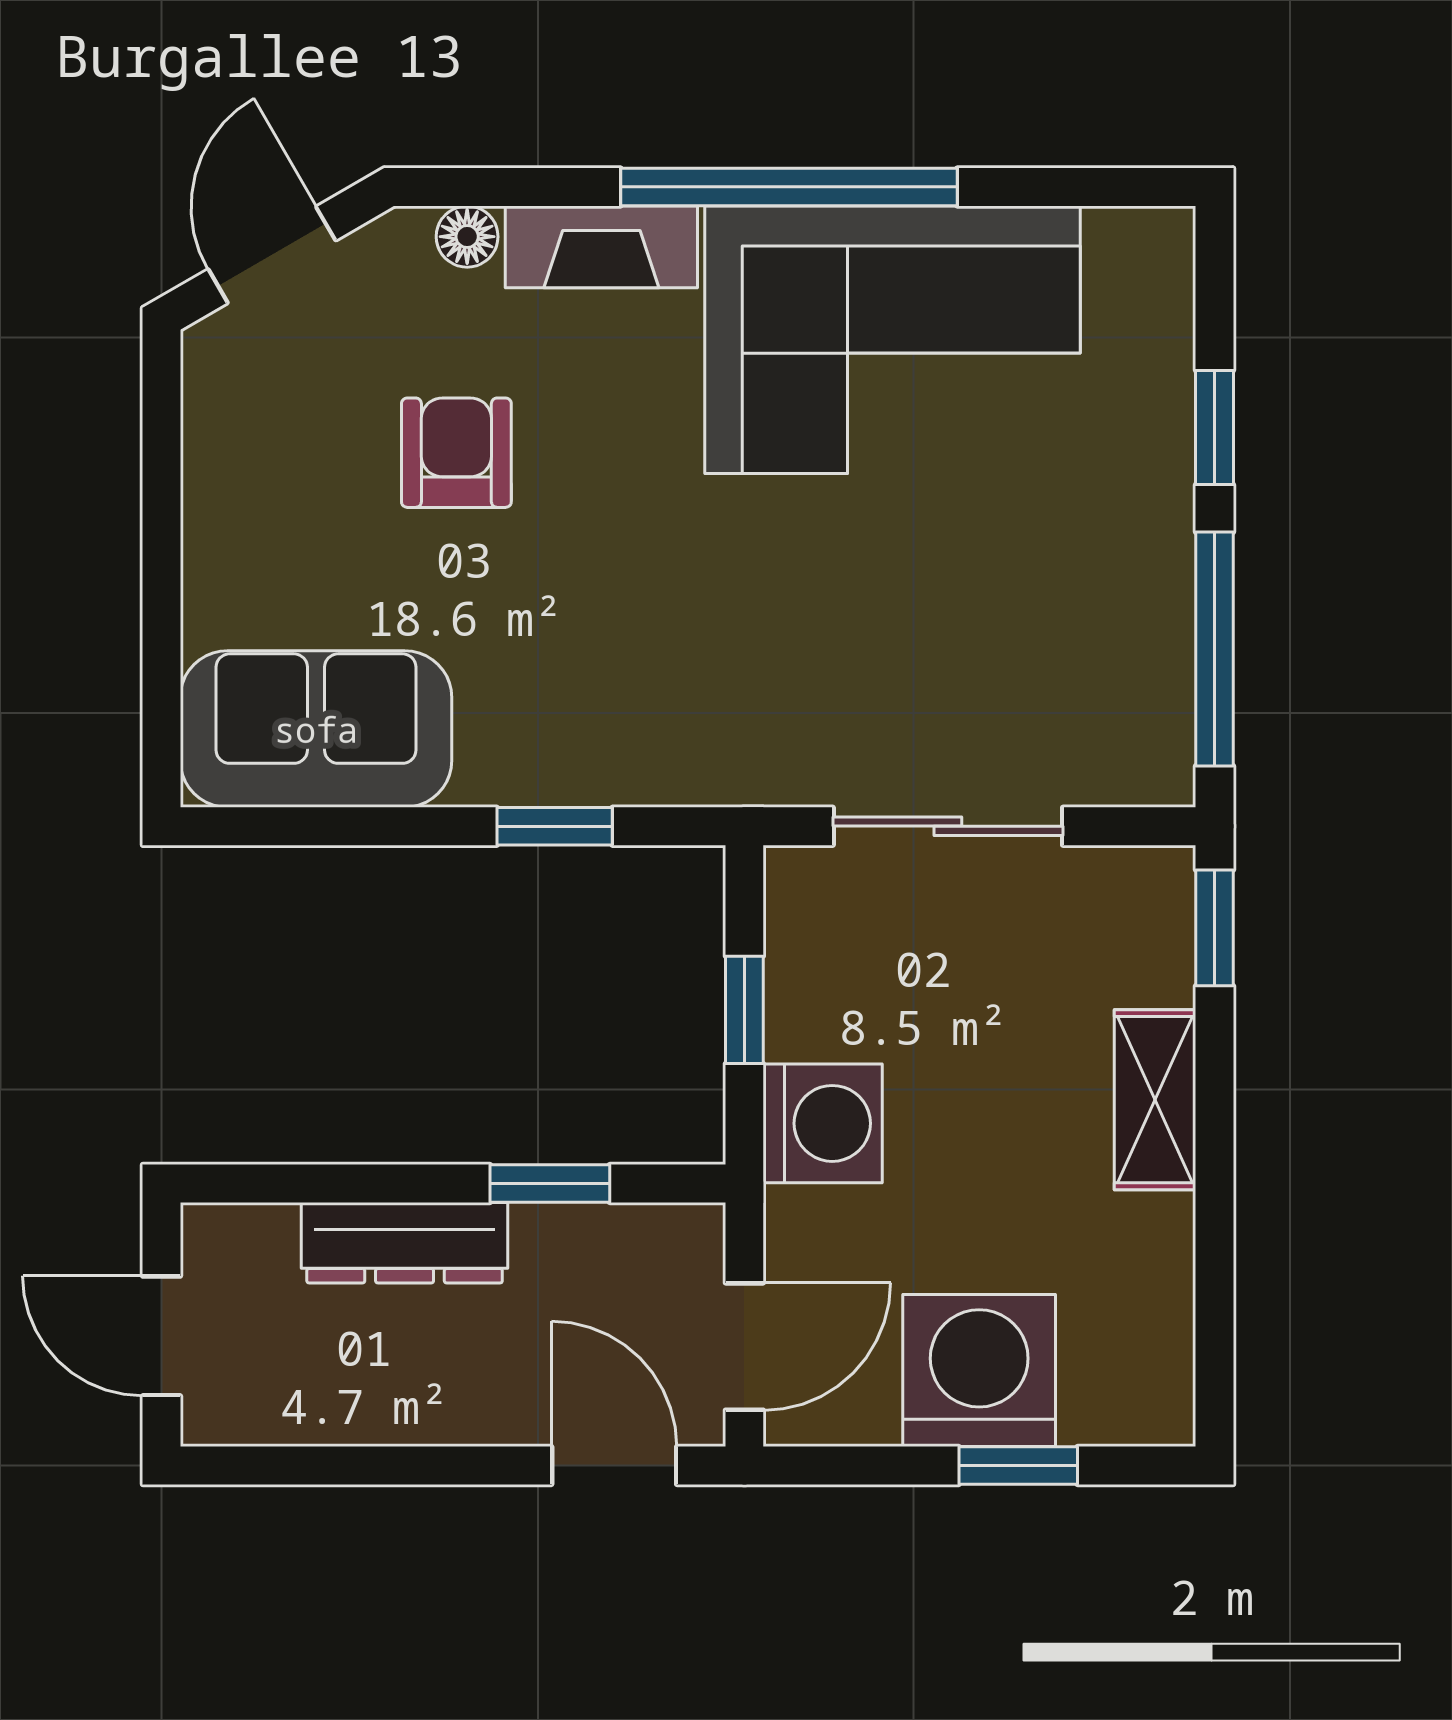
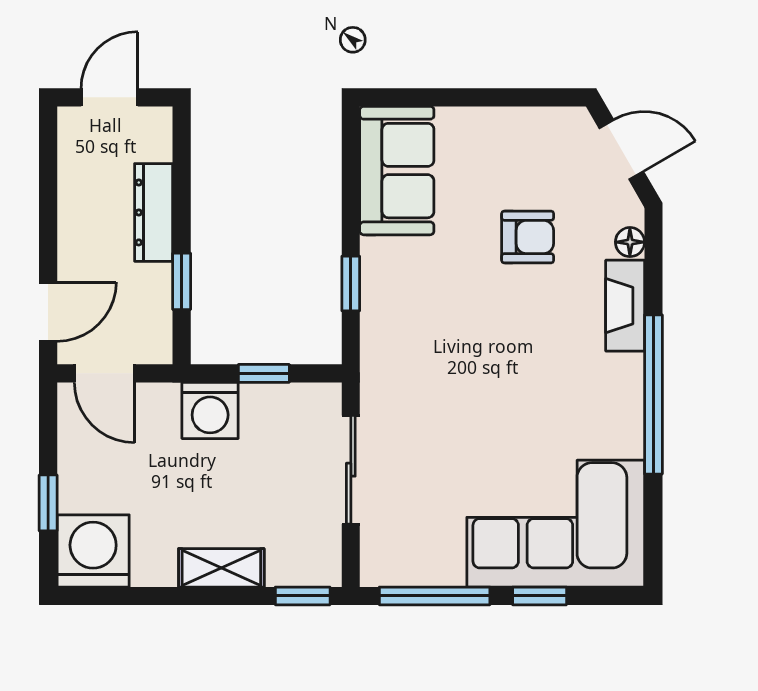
corner sofa: (893, 340) -> (556, 524), moved, turned 90
washing machine: (979, 1371) -> (93, 551), moved, turned -90

